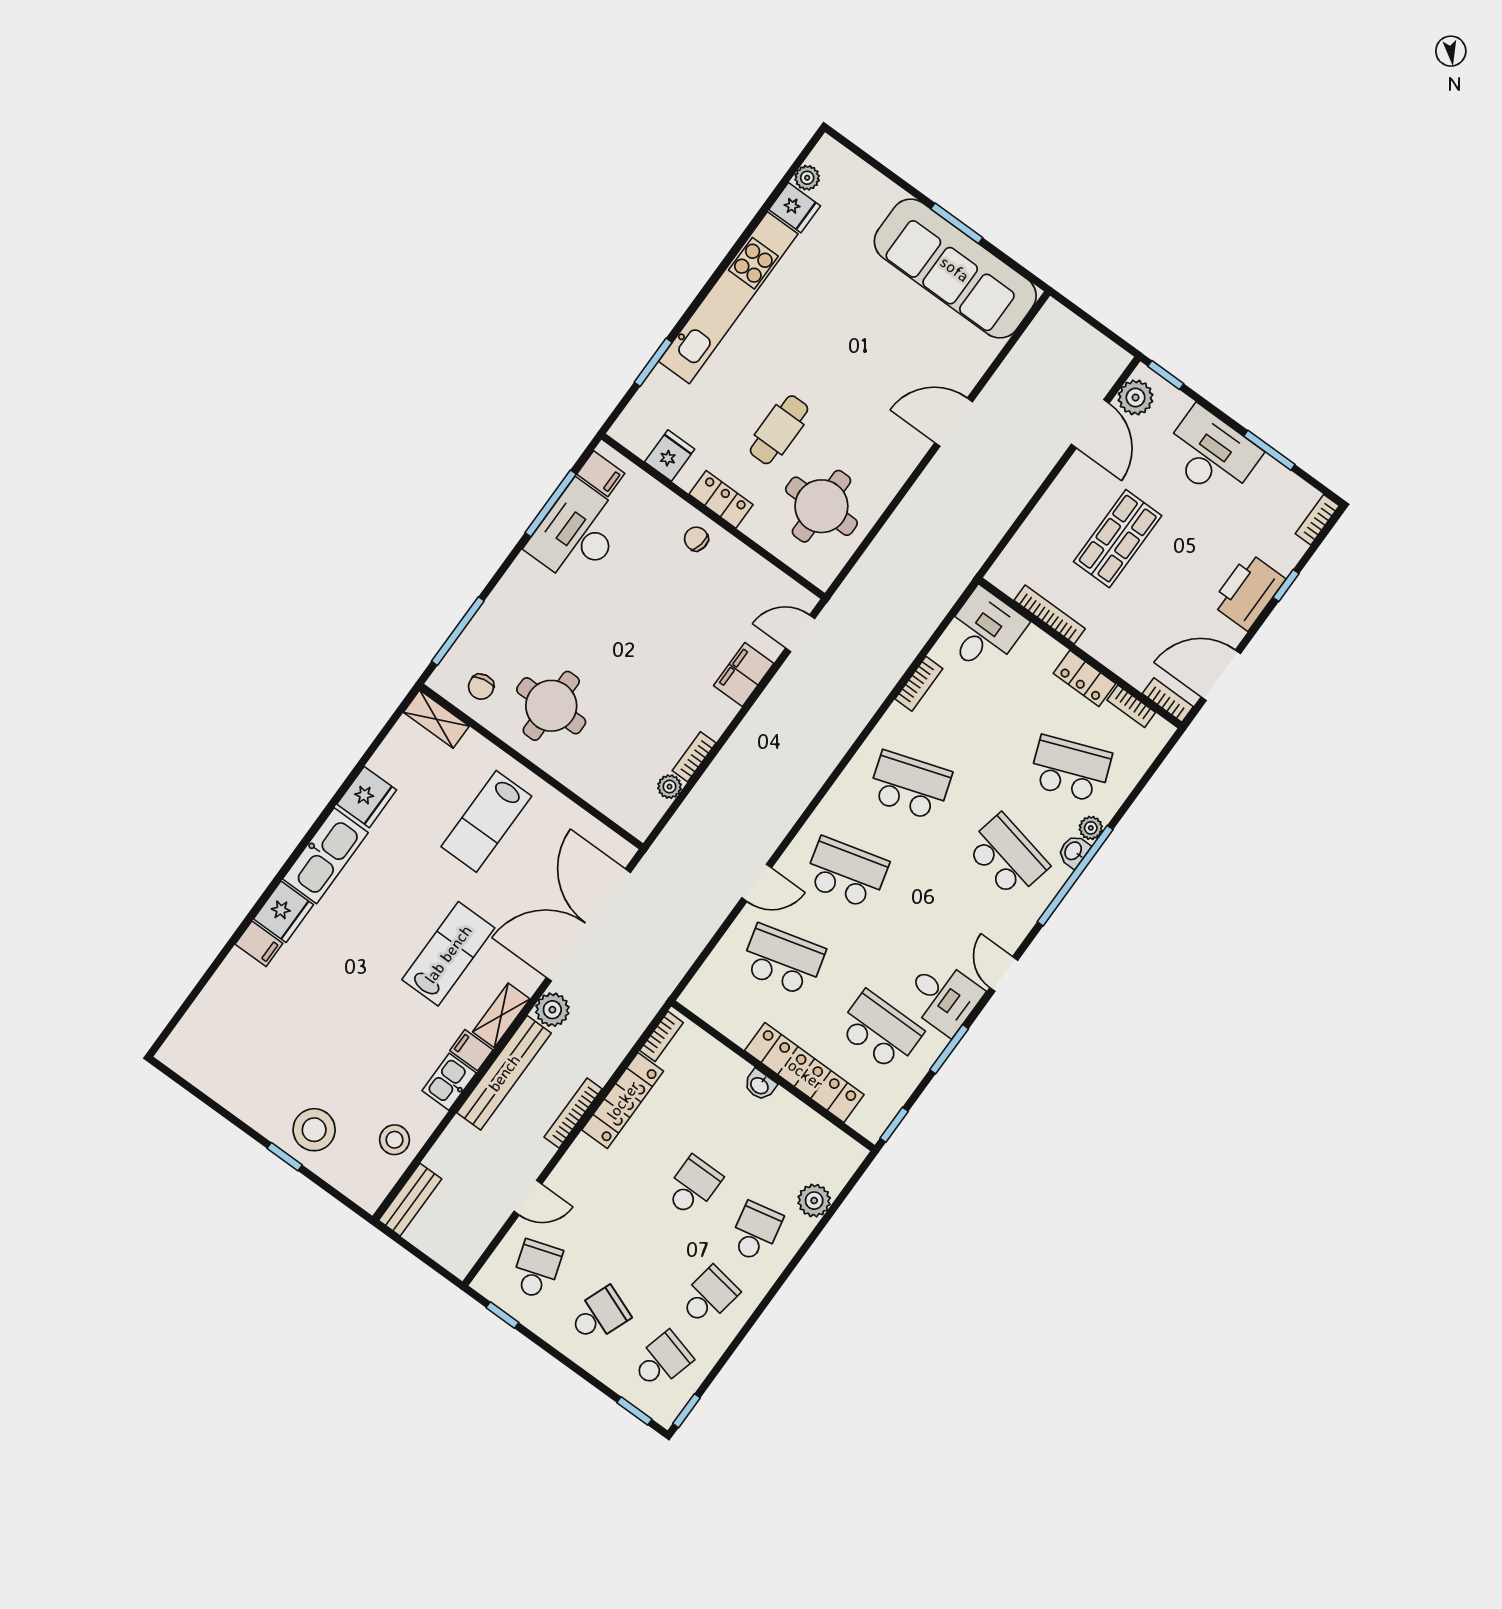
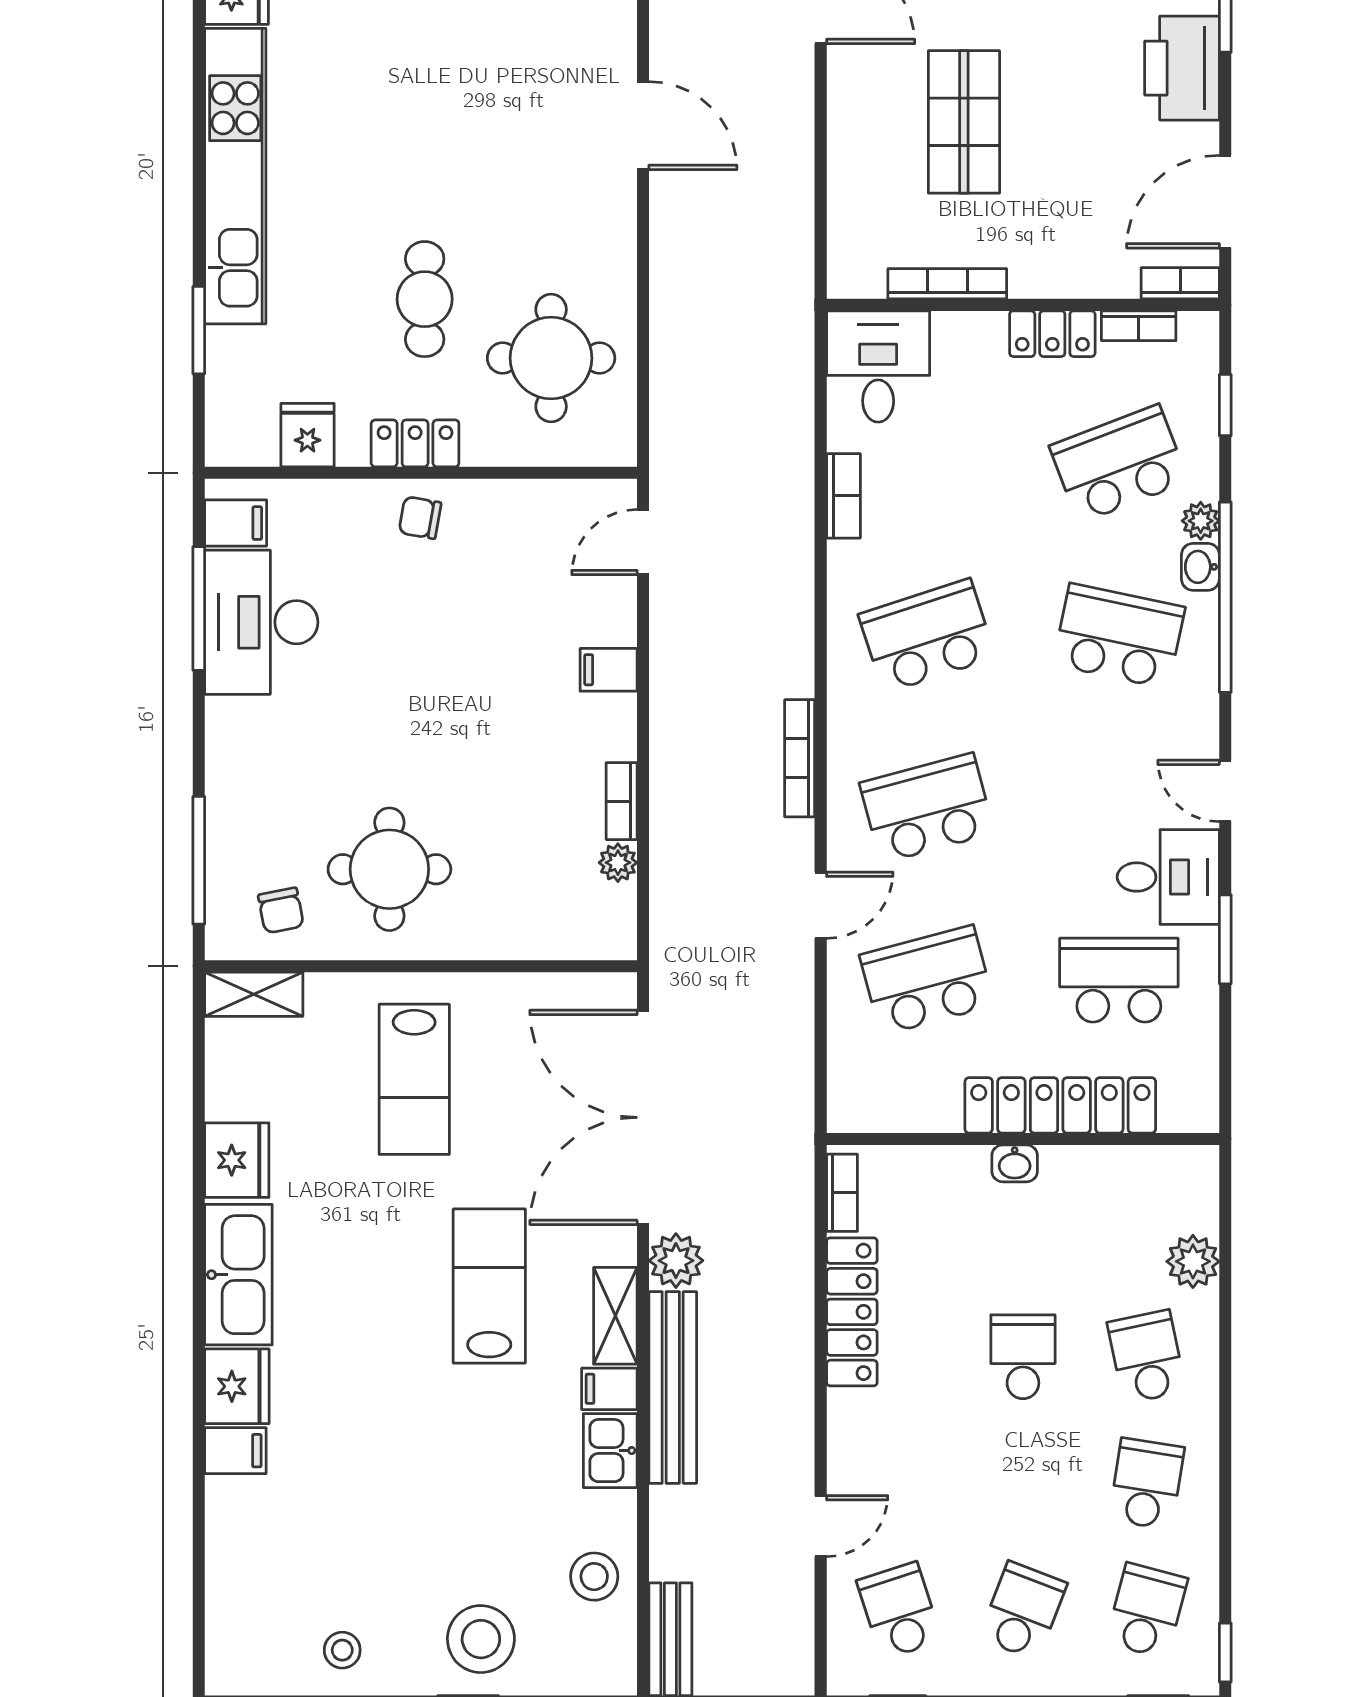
door: (954, 422) -> (643, 126), swing flipped
filing cabinet: (744, 675) -> (609, 670), width x0.50
stool: (240, 1084) -> (342, 1650), added
bookcase: (573, 1113) -> (800, 758), moved
window: (894, 1125) -> (1225, 405), moved

